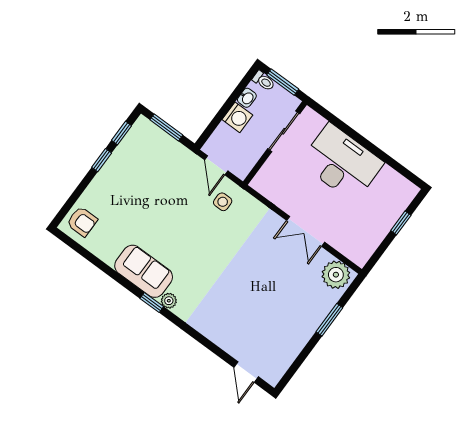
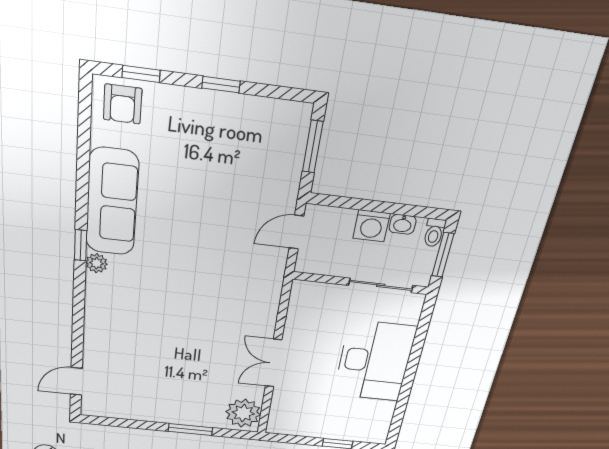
window: (122, 133) -> (141, 74), moved
side table: (223, 202) -> (255, 262), removed
sofa: (144, 271) -> (112, 202), width x1.36

